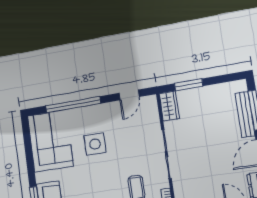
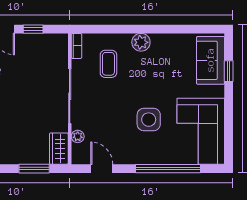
door: (129, 95) -> (102, 169), hinge flipped
plant: (154, 120) -> (78, 136), added

